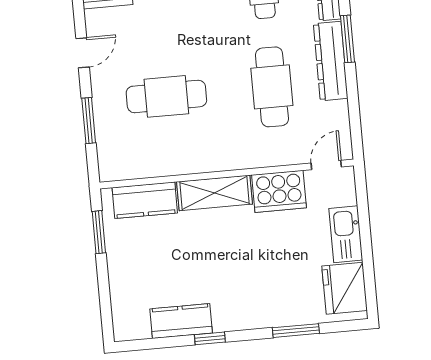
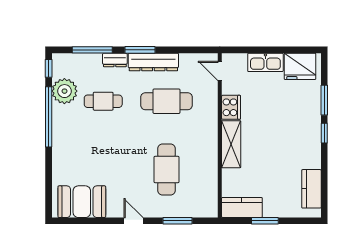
cooker: (279, 191) -> (231, 107), width x0.73, depth x0.76
kitchen counter: (145, 200) -> (242, 207), moved, turned -90
window: (99, 232) -> (265, 221), moved
kitchen counter: (181, 321) -> (311, 189), moved
window: (210, 338) -> (324, 133), moved

